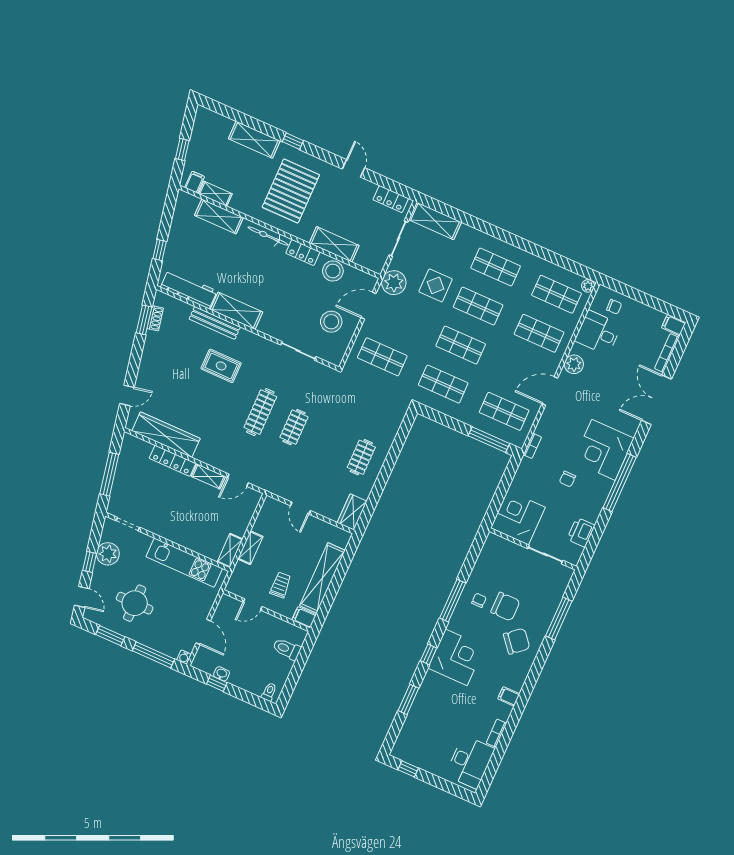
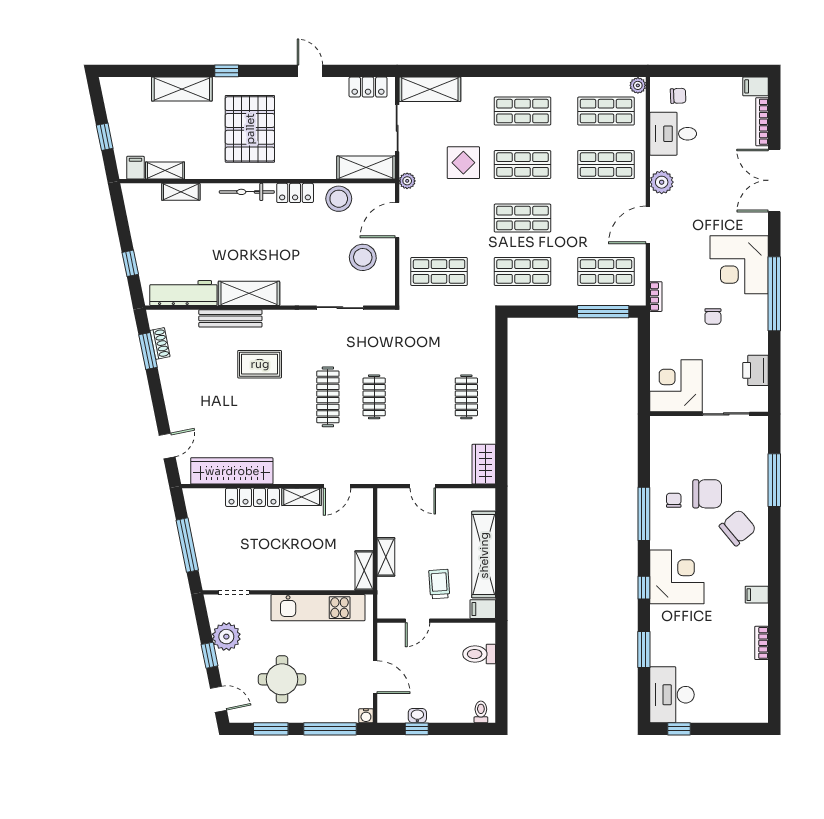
shelving: (219, 216) -> (181, 192), width x0.67, depth x0.75
shelving: (334, 244) -> (366, 168), moved
plant: (394, 283) -> (407, 181), width x0.53, depth x0.53
desk: (470, 762) -> (672, 695), moved, turned 180

